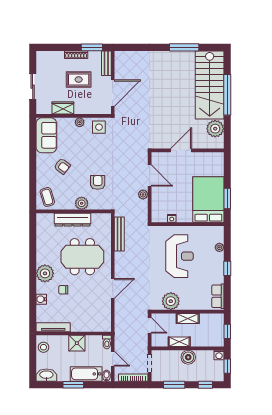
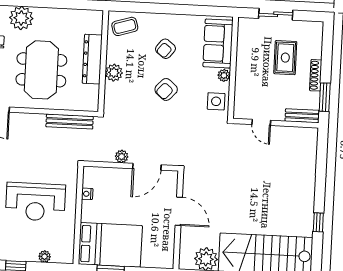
window: (184, 47) -> (318, 222), width x0.46
rug: (79, 80) -> (285, 58), moved
door: (113, 93) -> (261, 122), width x0.53
wardrobe: (63, 108) -> (244, 54), removed
sofa: (46, 135) -> (218, 44), moved, turned 90
armchair: (98, 182) -> (166, 89), moved, turned 132

